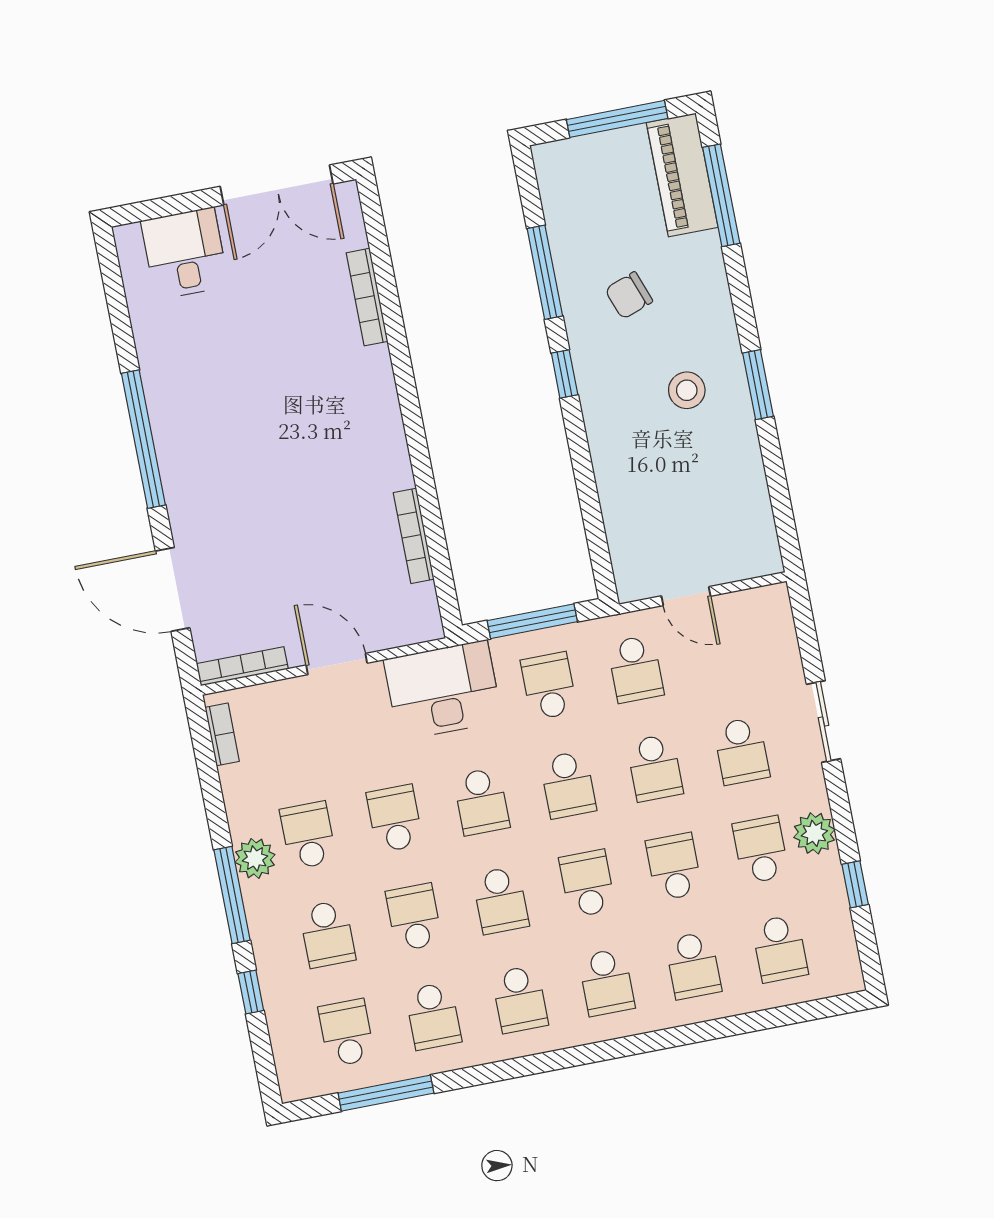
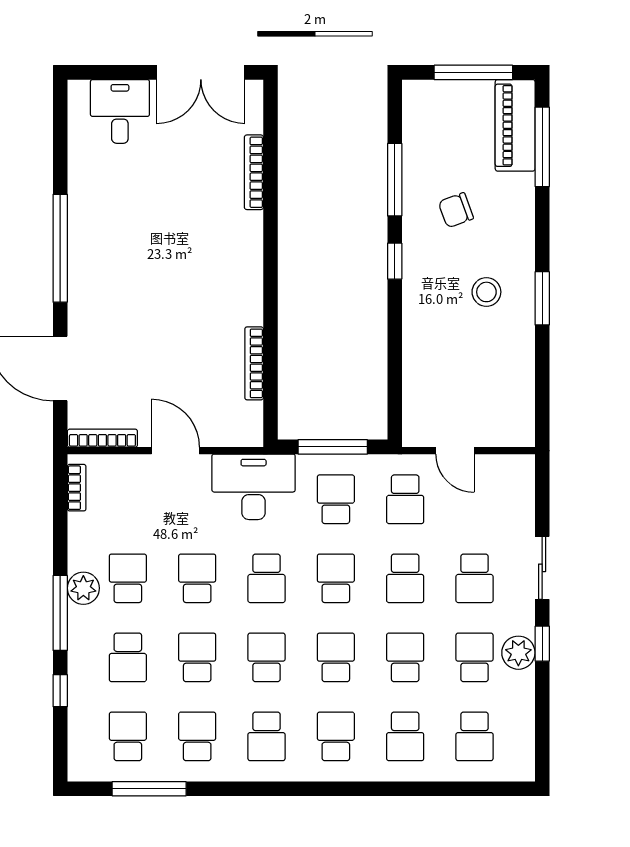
school desk: (568, 785) -> (336, 578), turned 180
window: (855, 884) -> (542, 644), moved
school desk: (501, 900) -> (266, 657), turned 180
school desk: (607, 982) -> (336, 736), turned 180
school desk: (433, 1016) -> (197, 736), turned 180

